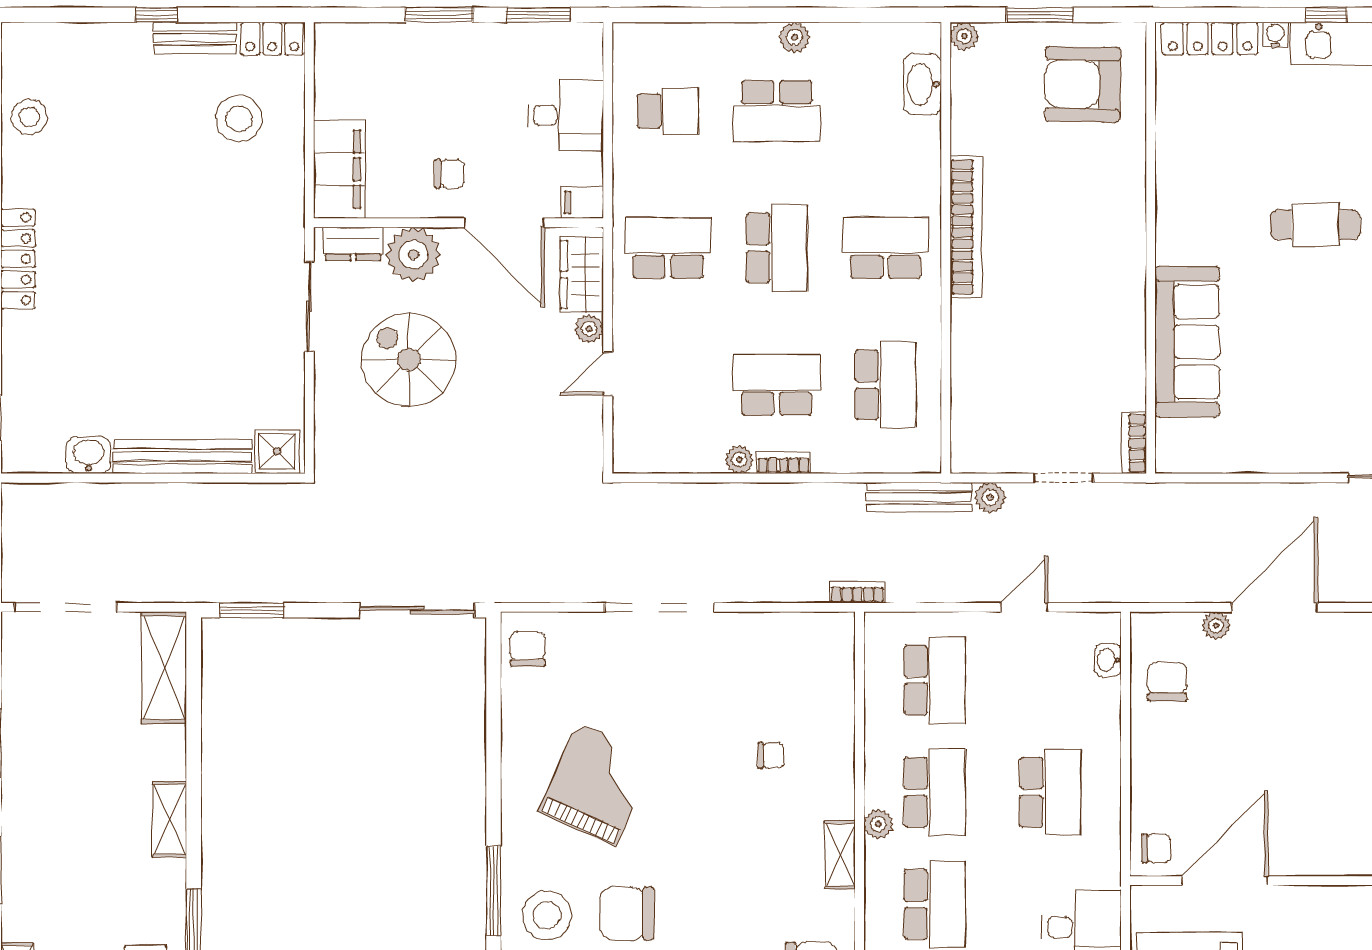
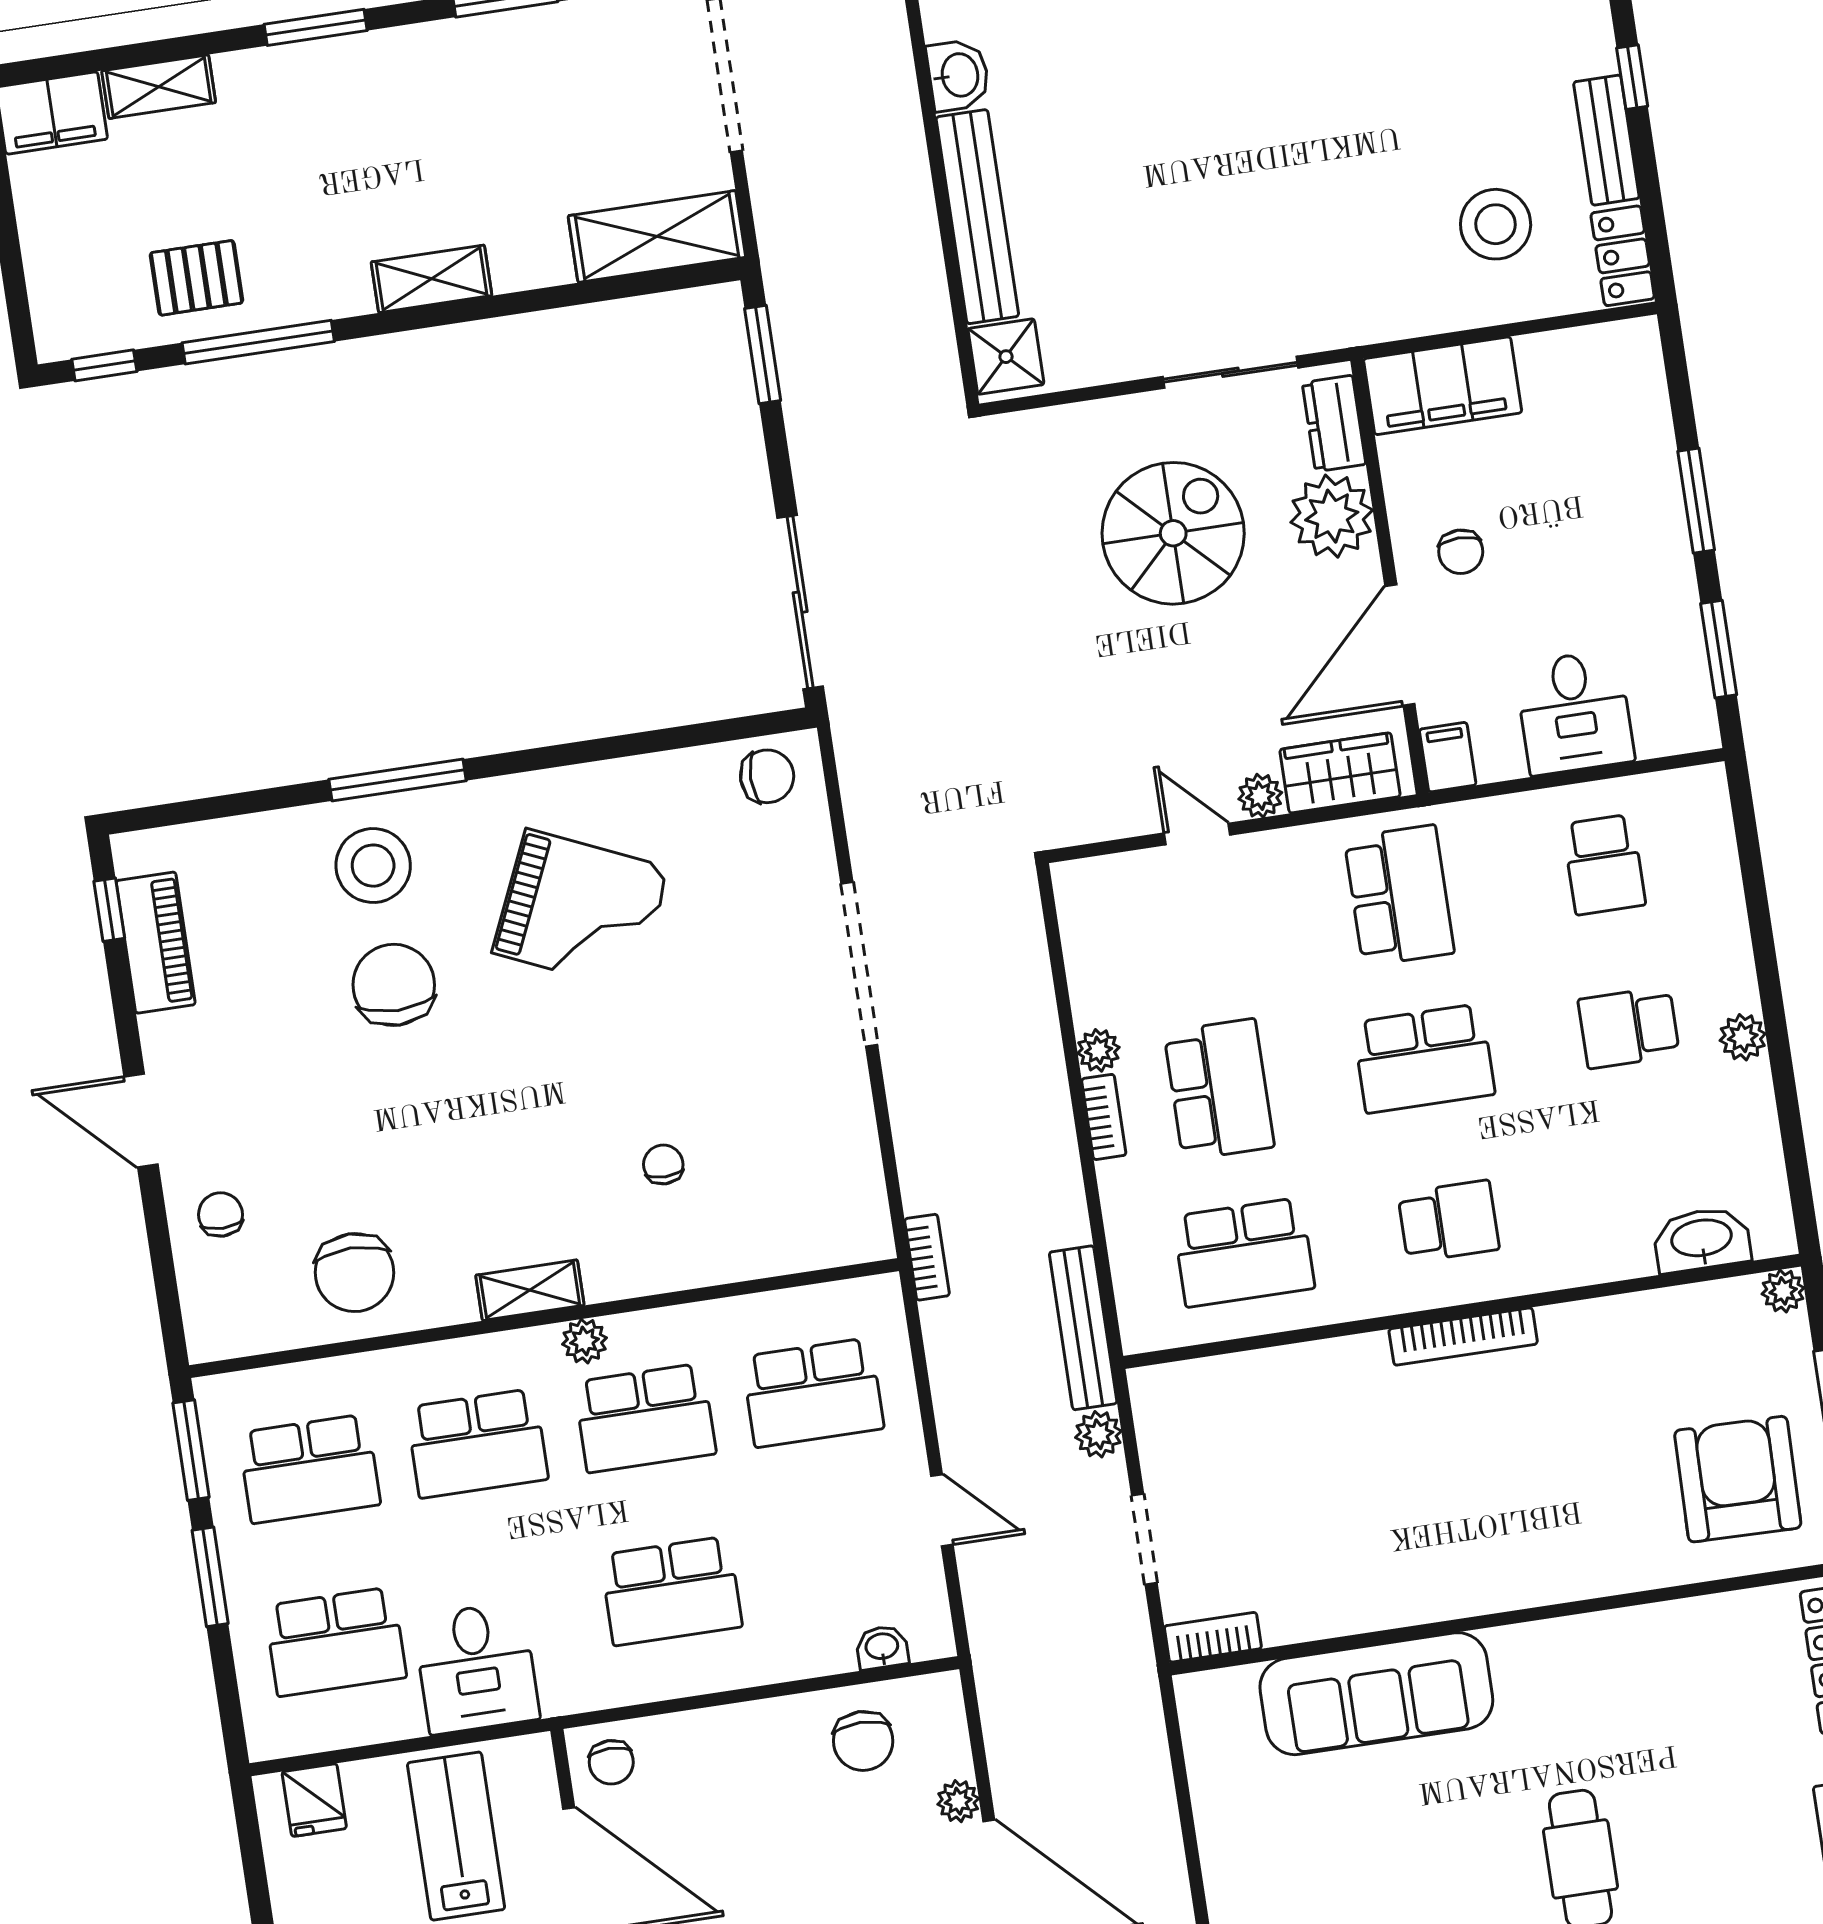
school desk: (777, 111) -> (1629, 1027), width x0.54
bookcase: (966, 227) -> (1463, 1336), width x0.68, depth x0.76
school desk: (886, 248) -> (1449, 1221), width x0.54
chair: (1167, 682) -> (863, 1741), turned 90
chair: (771, 755) -> (663, 1164), turned 180

